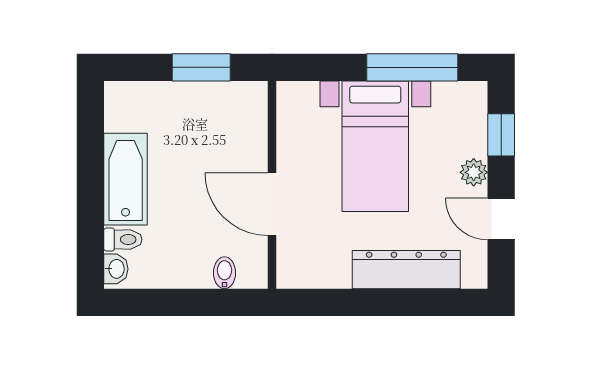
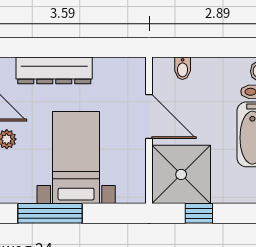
window: (201, 67) -> (199, 213), width x0.67
shower: (226, 122) -> (181, 174), added

